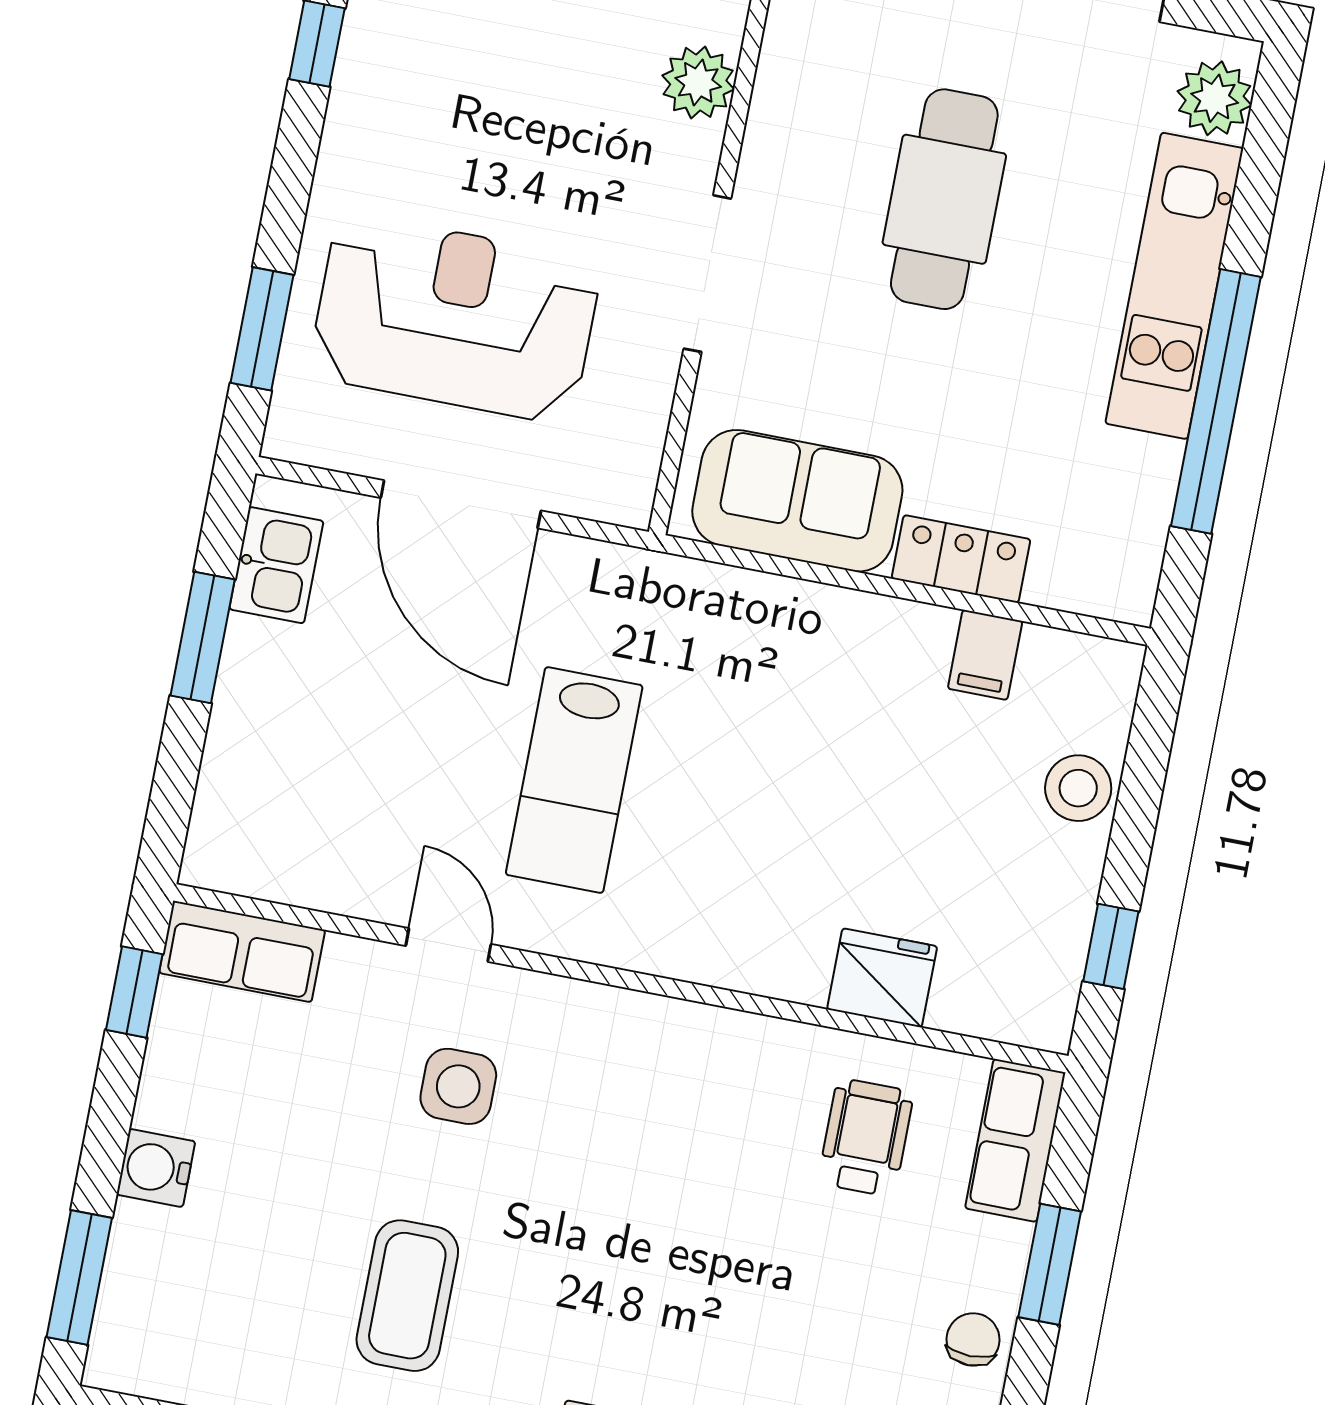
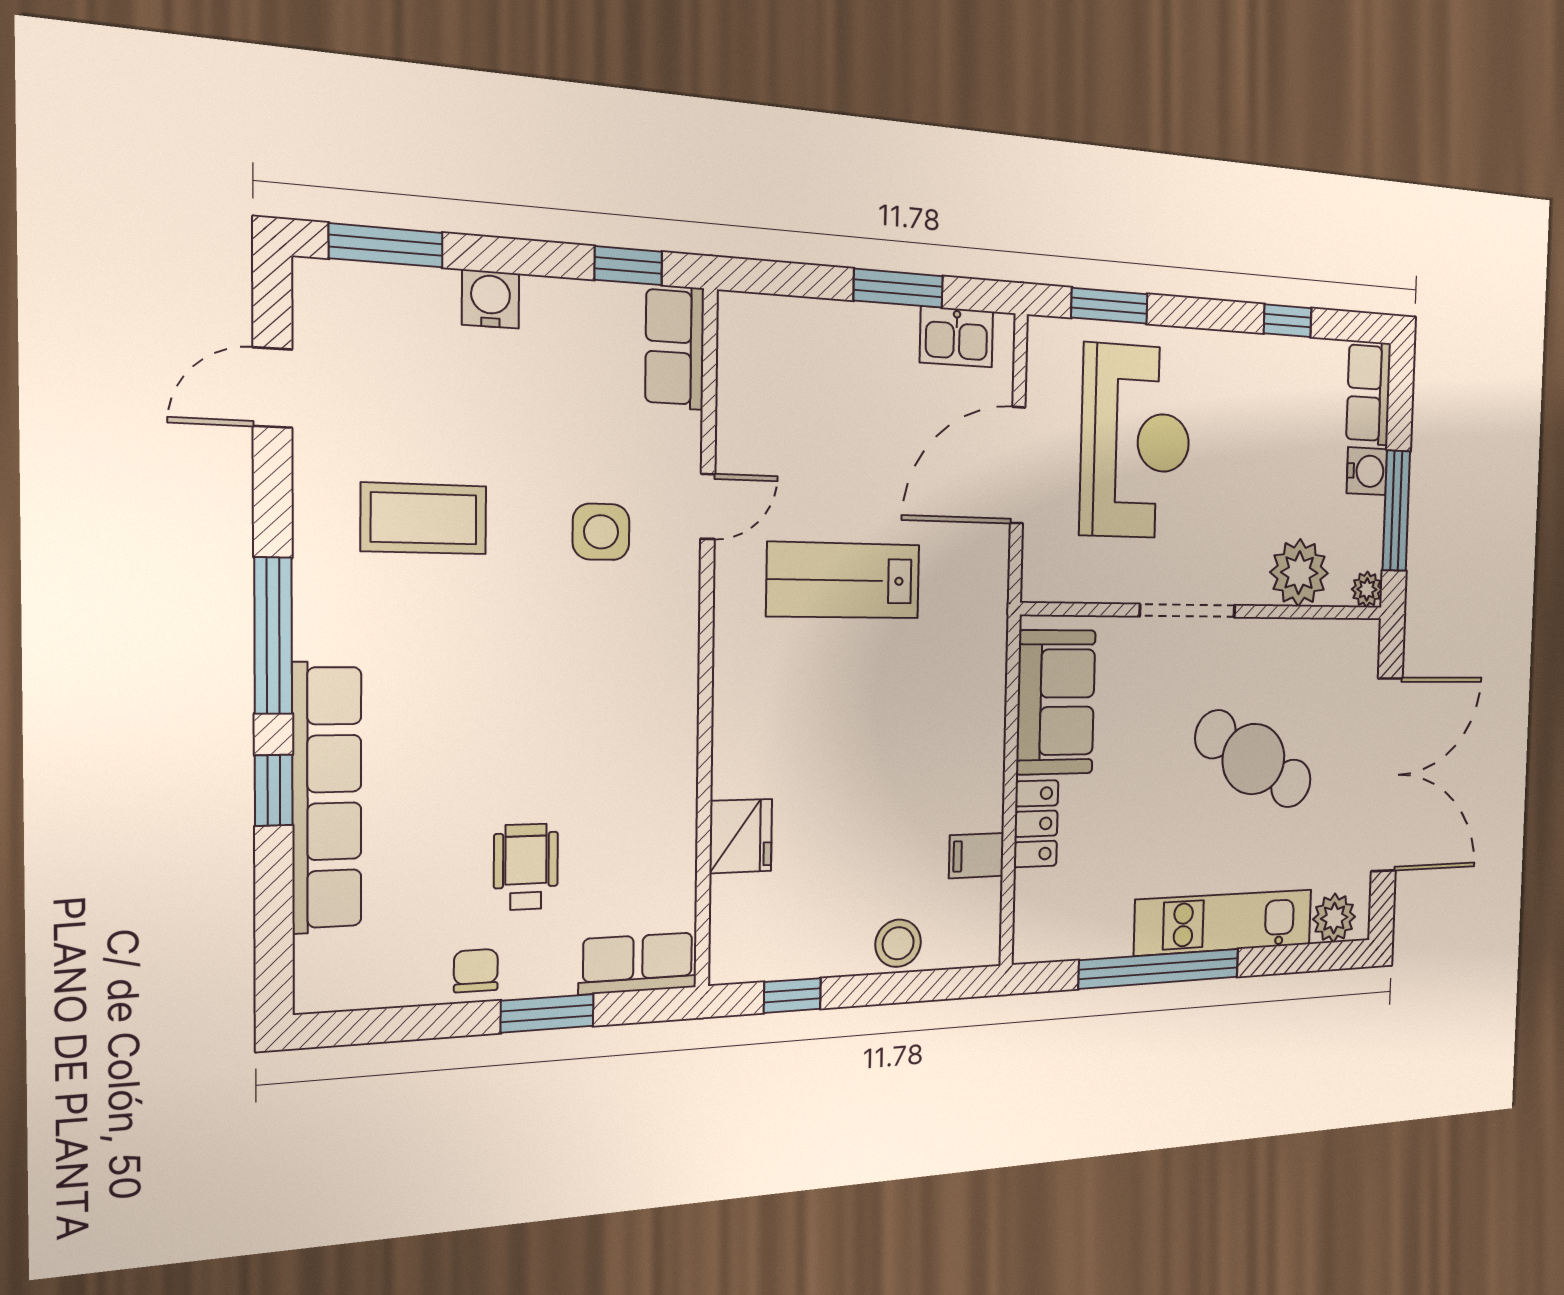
plant: (698, 82) -> (1299, 573), width x1.36, depth x1.36
cafe table: (944, 199) -> (1253, 759), turned 30
wheelchair: (866, 1137) -> (526, 867), moved, turned -90
chair: (973, 1340) -> (476, 971), turned -90

